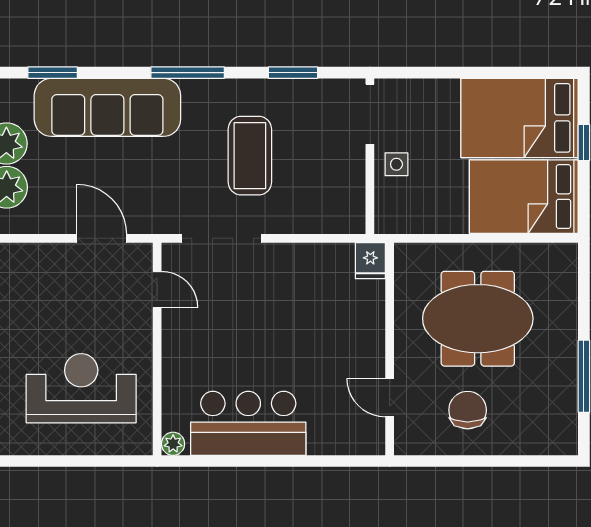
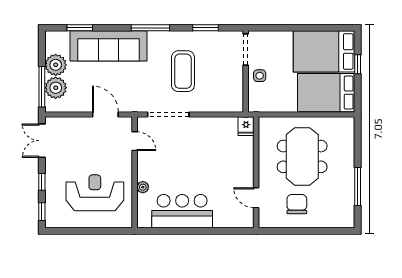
meeting table: (478, 319) -> (302, 156), turned 90
plant: (173, 444) -> (143, 187), moved

